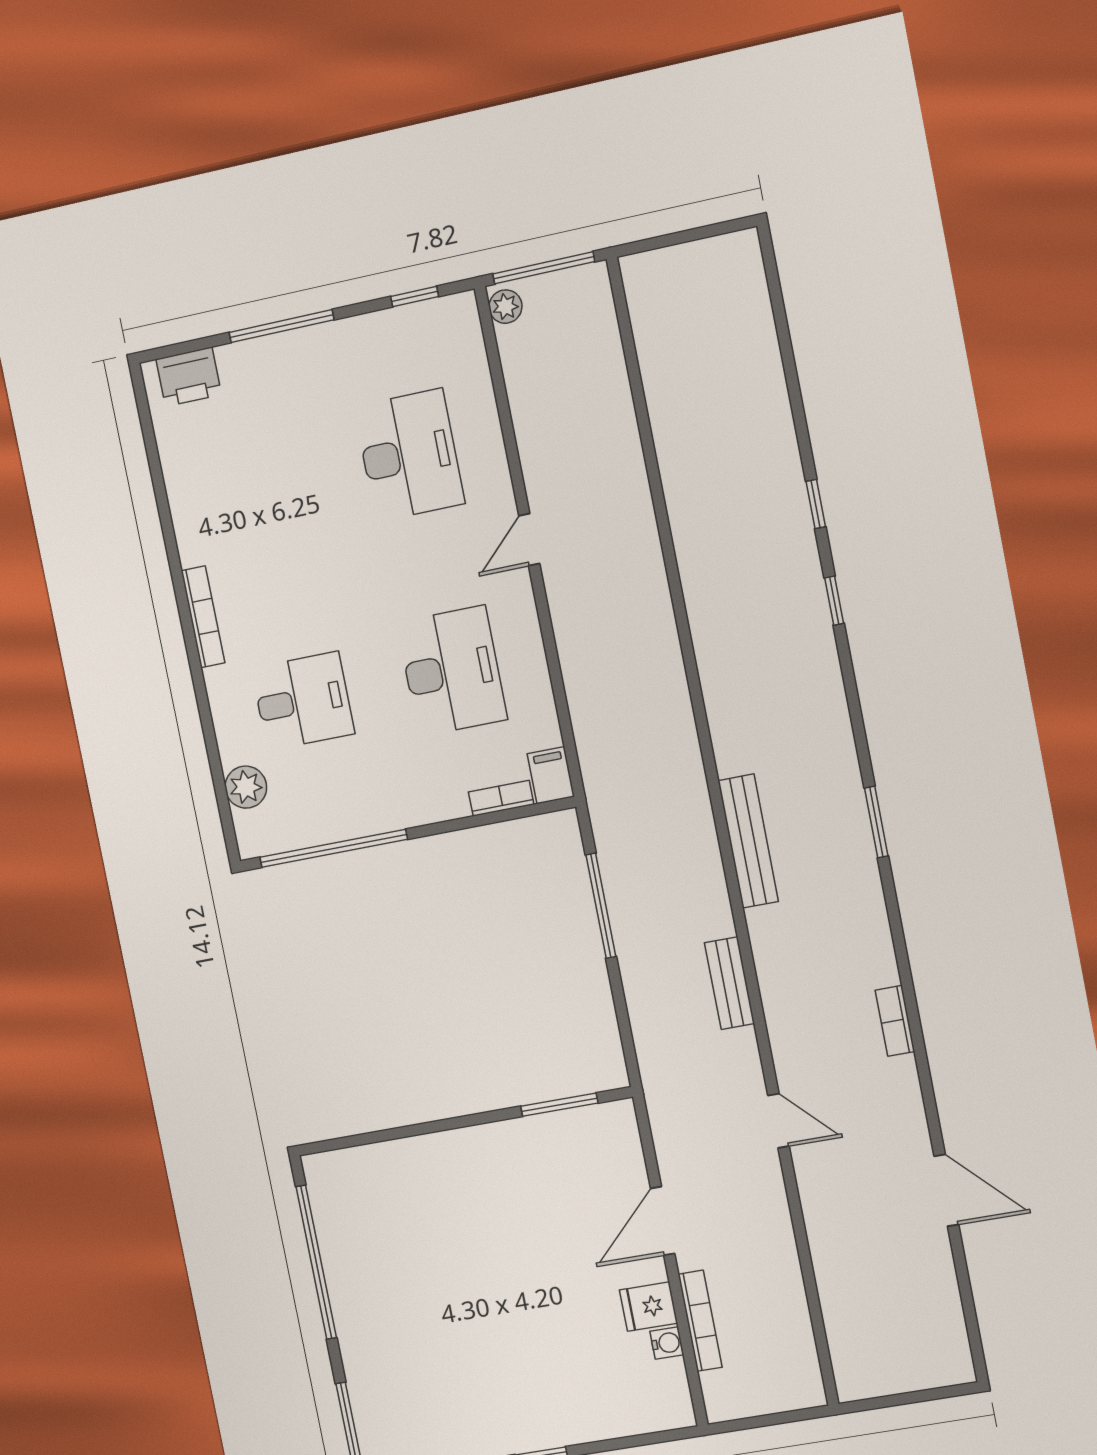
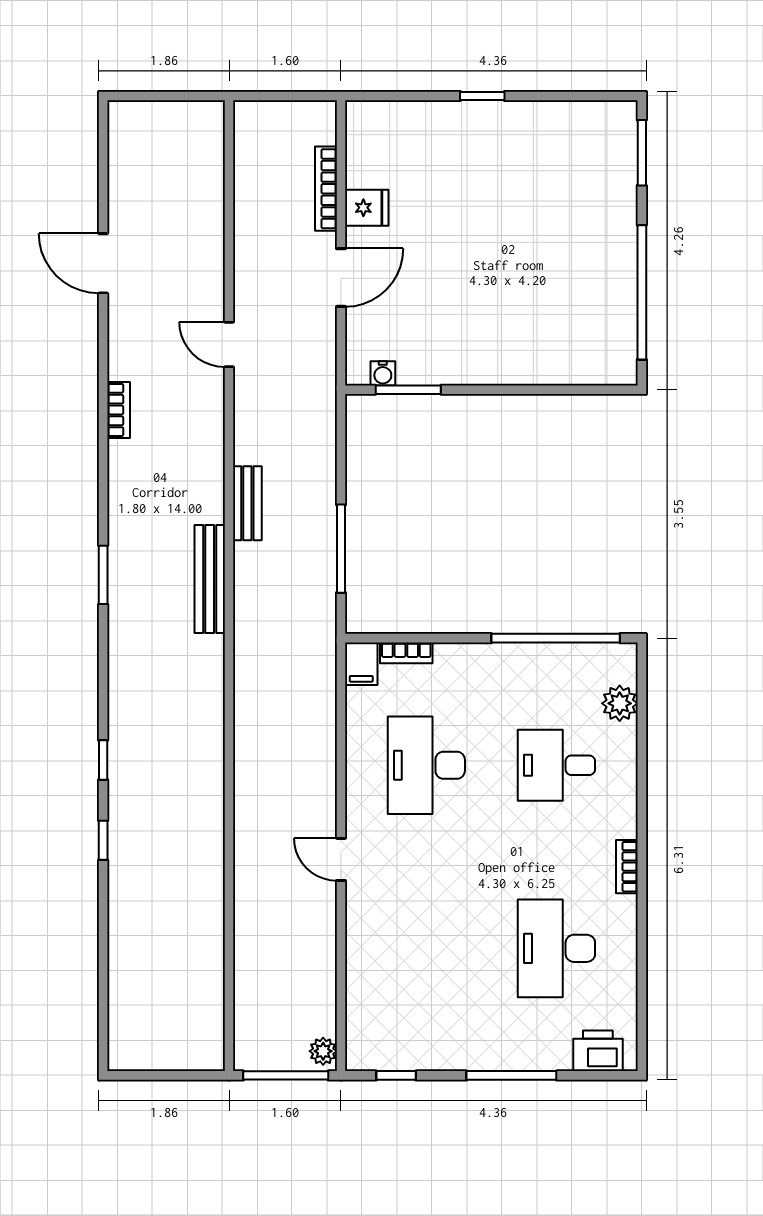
desk: (409, 455) -> (556, 948), moved
door: (529, 540) -> (341, 859), swing flipped
bookcase: (203, 617) -> (627, 867), width x0.64
bench: (729, 983) -> (247, 503), moved
water cooler: (667, 1343) -> (383, 373), moved, turned -90

